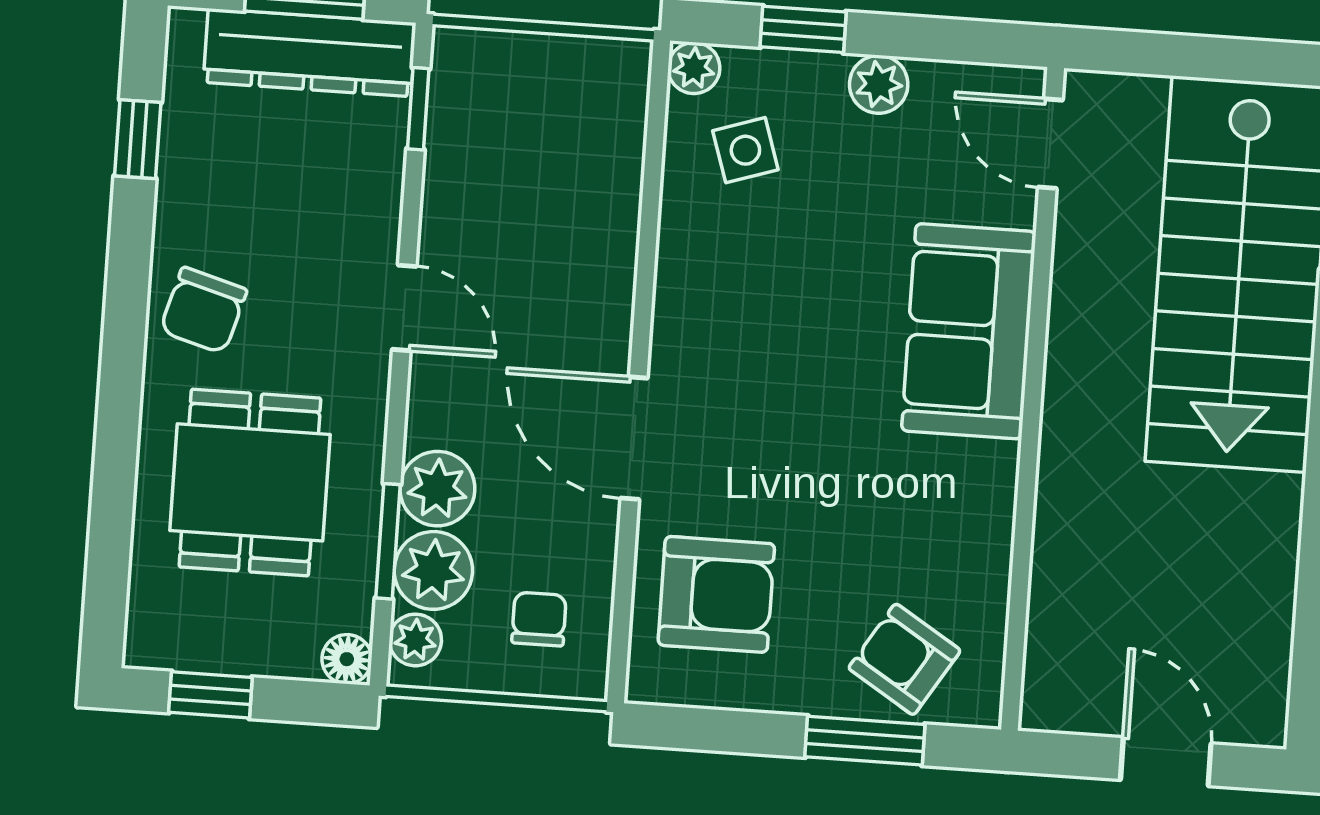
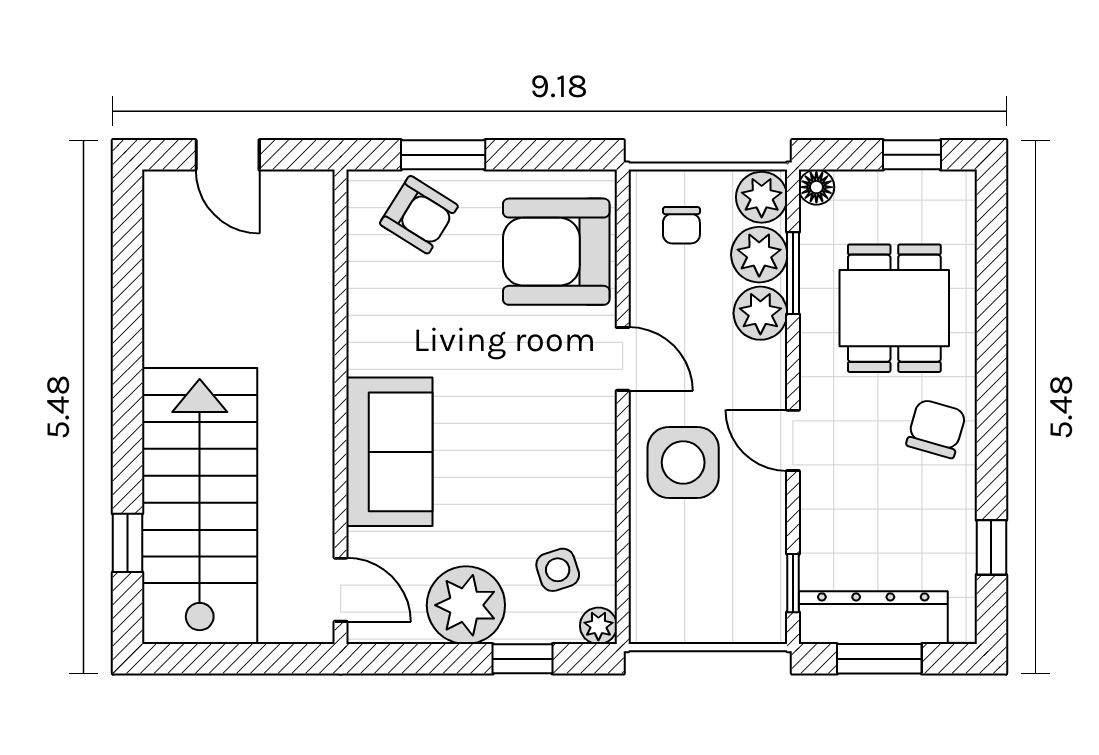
plant: (879, 84) -> (466, 605), width x1.87, depth x1.87
side table: (560, 288) -> (683, 462), added
door: (634, 438) -> (623, 359), width x0.73
armchair: (716, 594) -> (556, 252), width x1.36, depth x1.36
plant: (415, 640) -> (762, 197), width x1.38, depth x1.38

